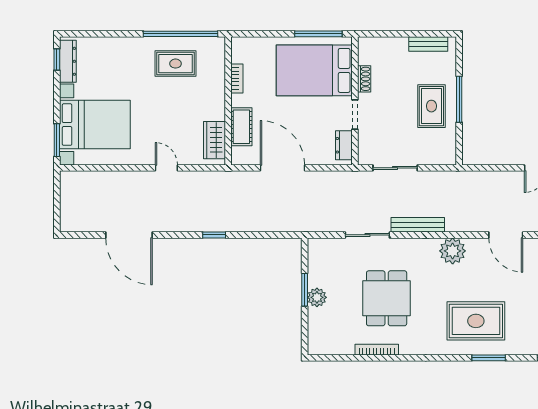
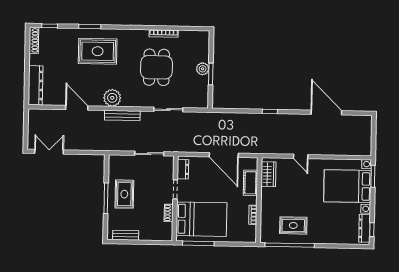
bench: (418, 225) -> (122, 115), moved

